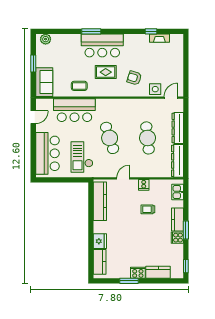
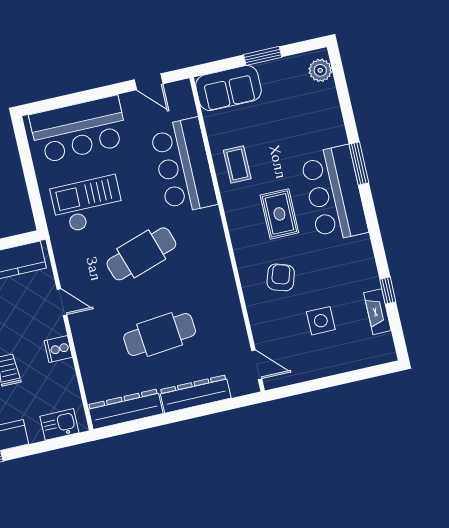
side table: (155, 89) -> (321, 321), moved

